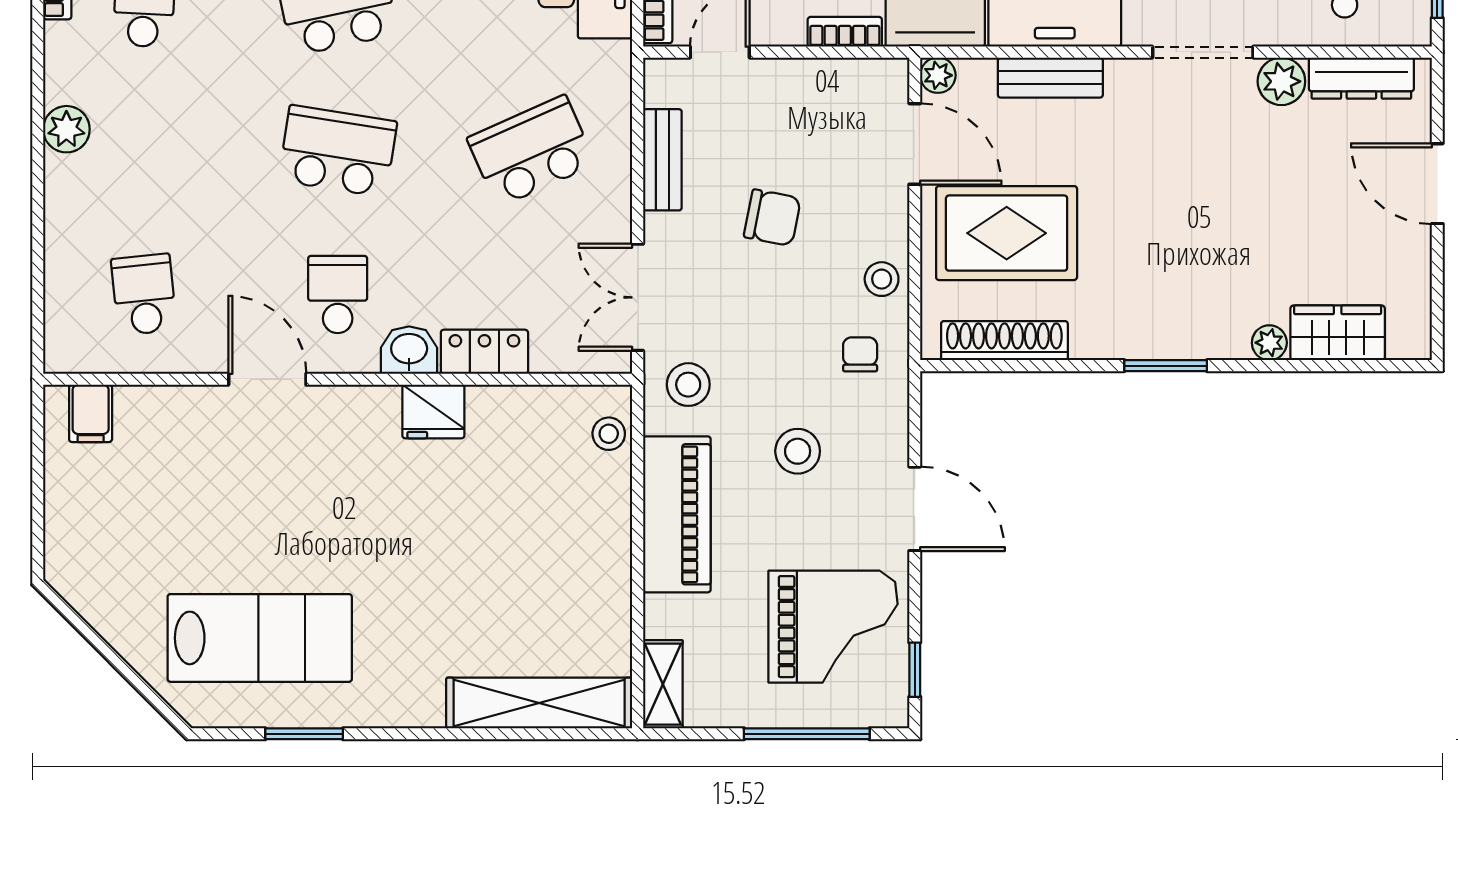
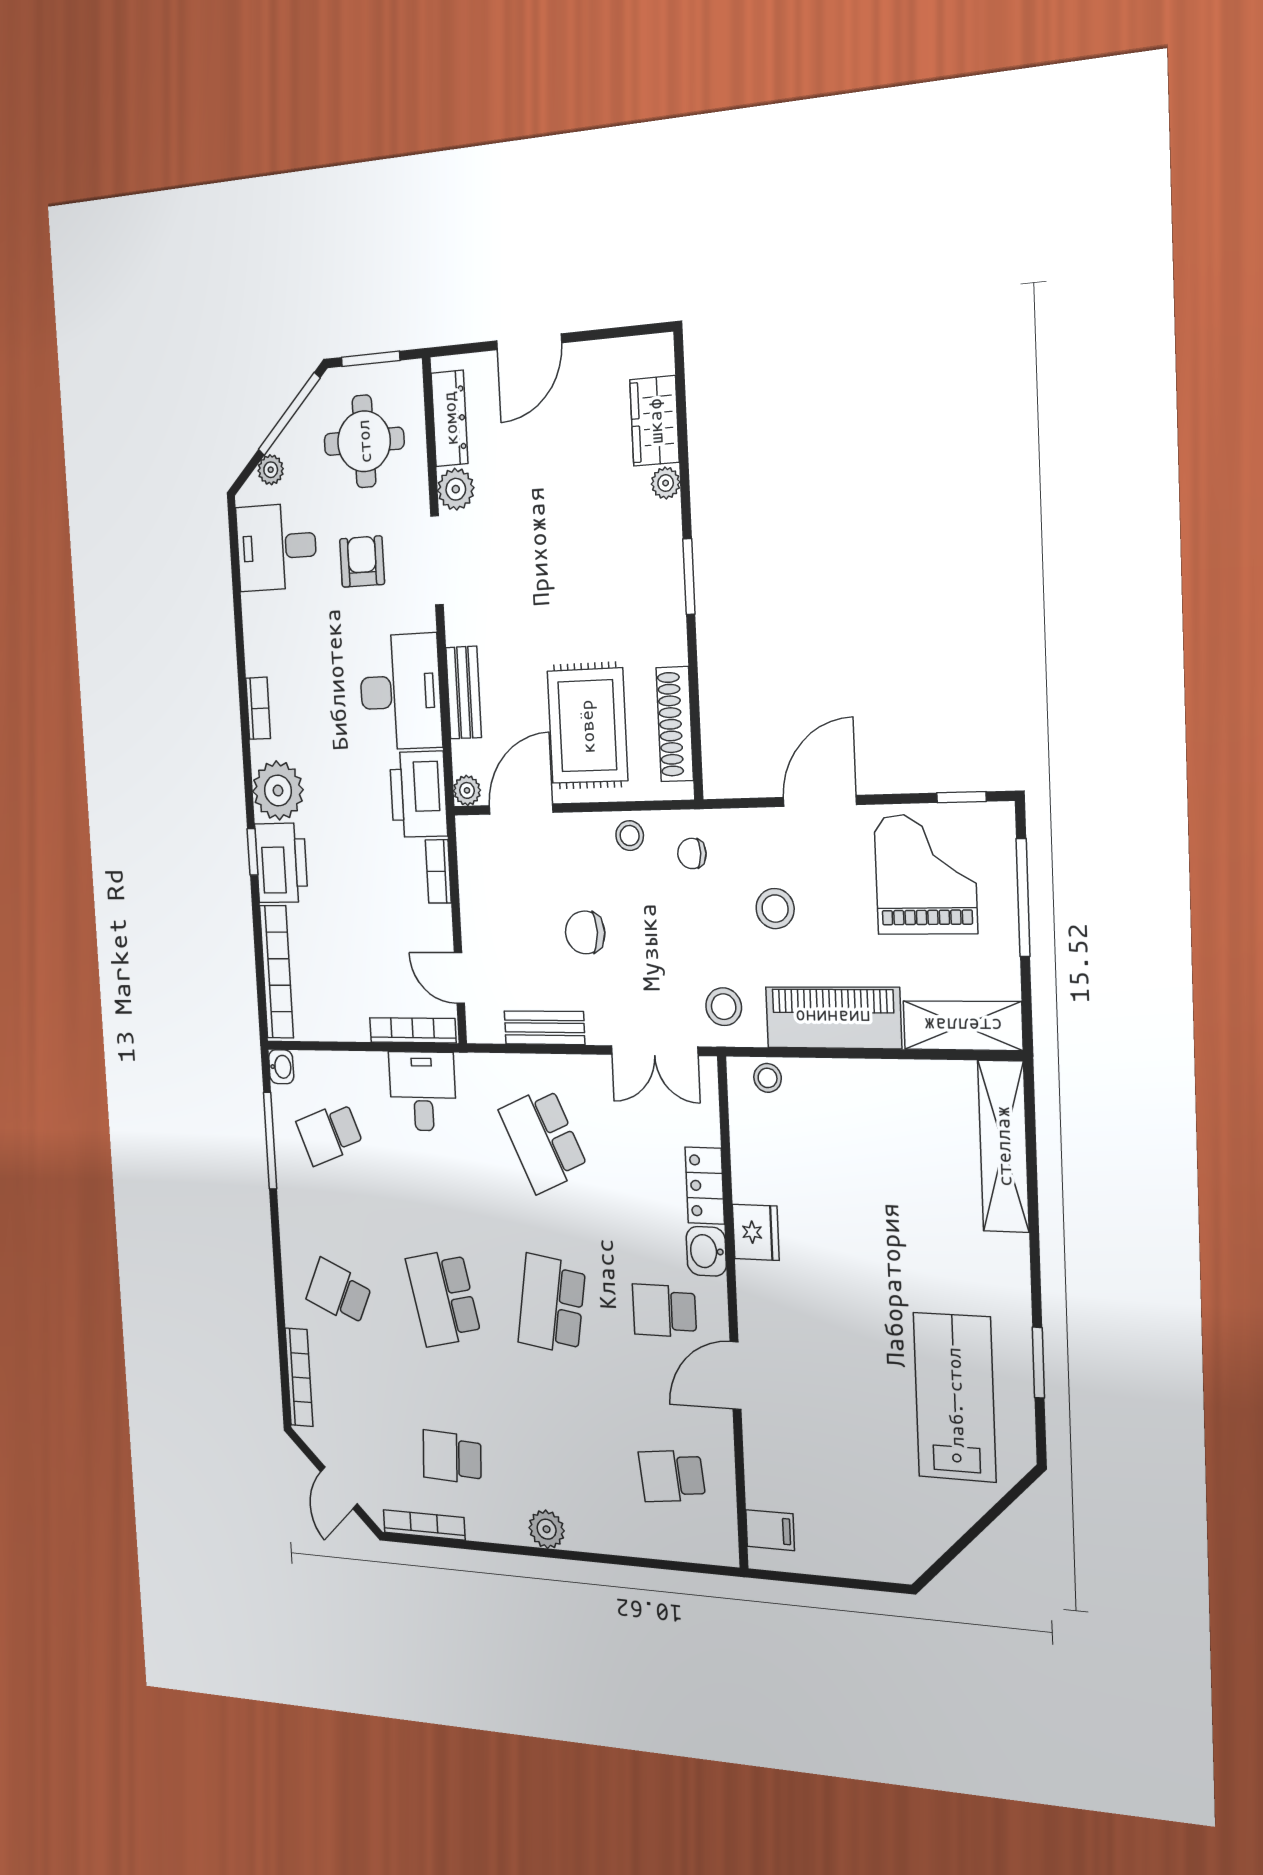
chair: (772, 218) -> (585, 932), turned -101
shelving: (663, 684) -> (963, 1026), width x1.50, depth x1.33

